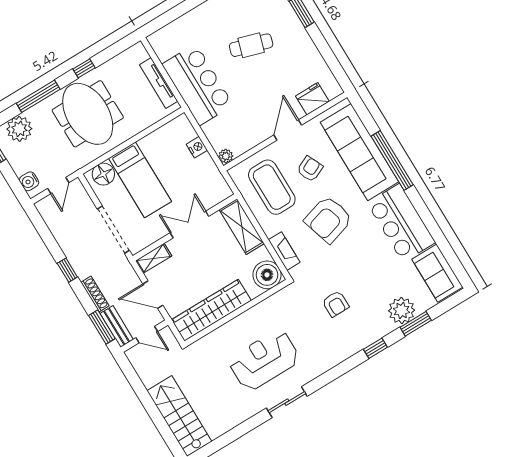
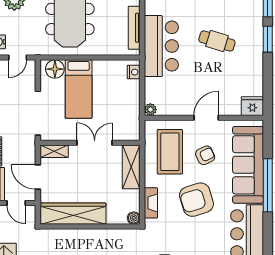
fridge: (312, 99) -> (252, 106), moved
nightstand: (197, 147) -> (134, 72), moved
boiler: (267, 275) -> (134, 218), width x0.54, depth x0.54

